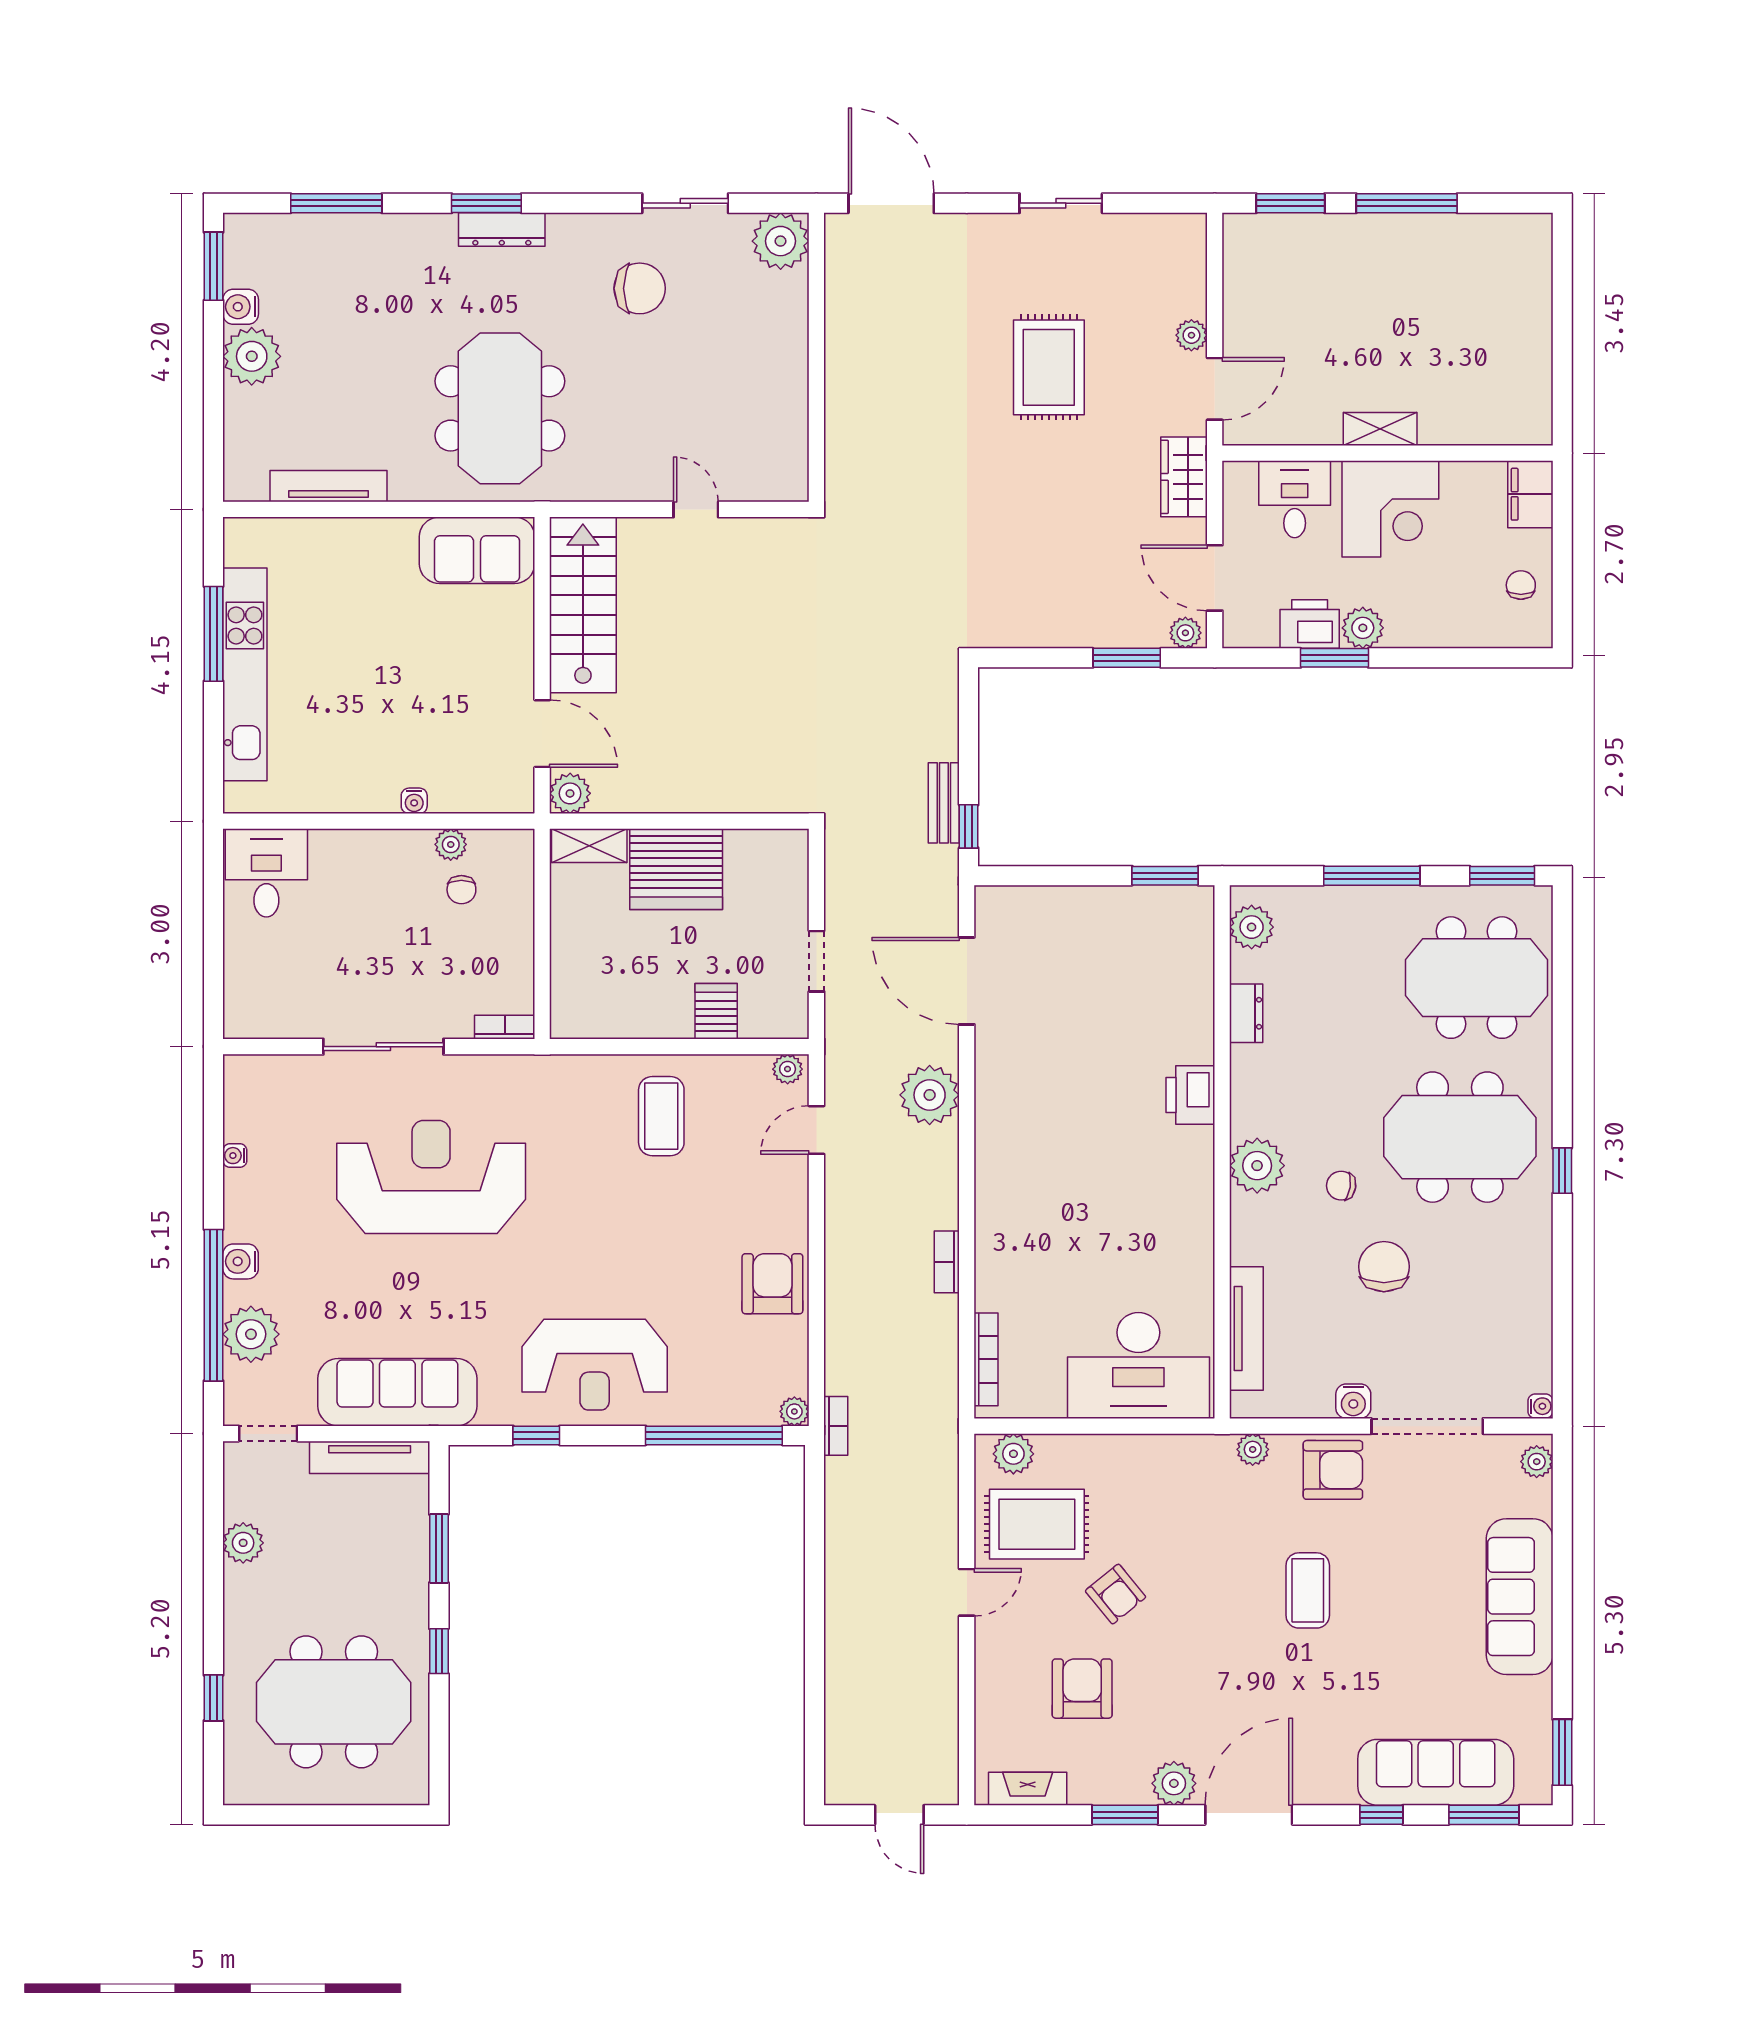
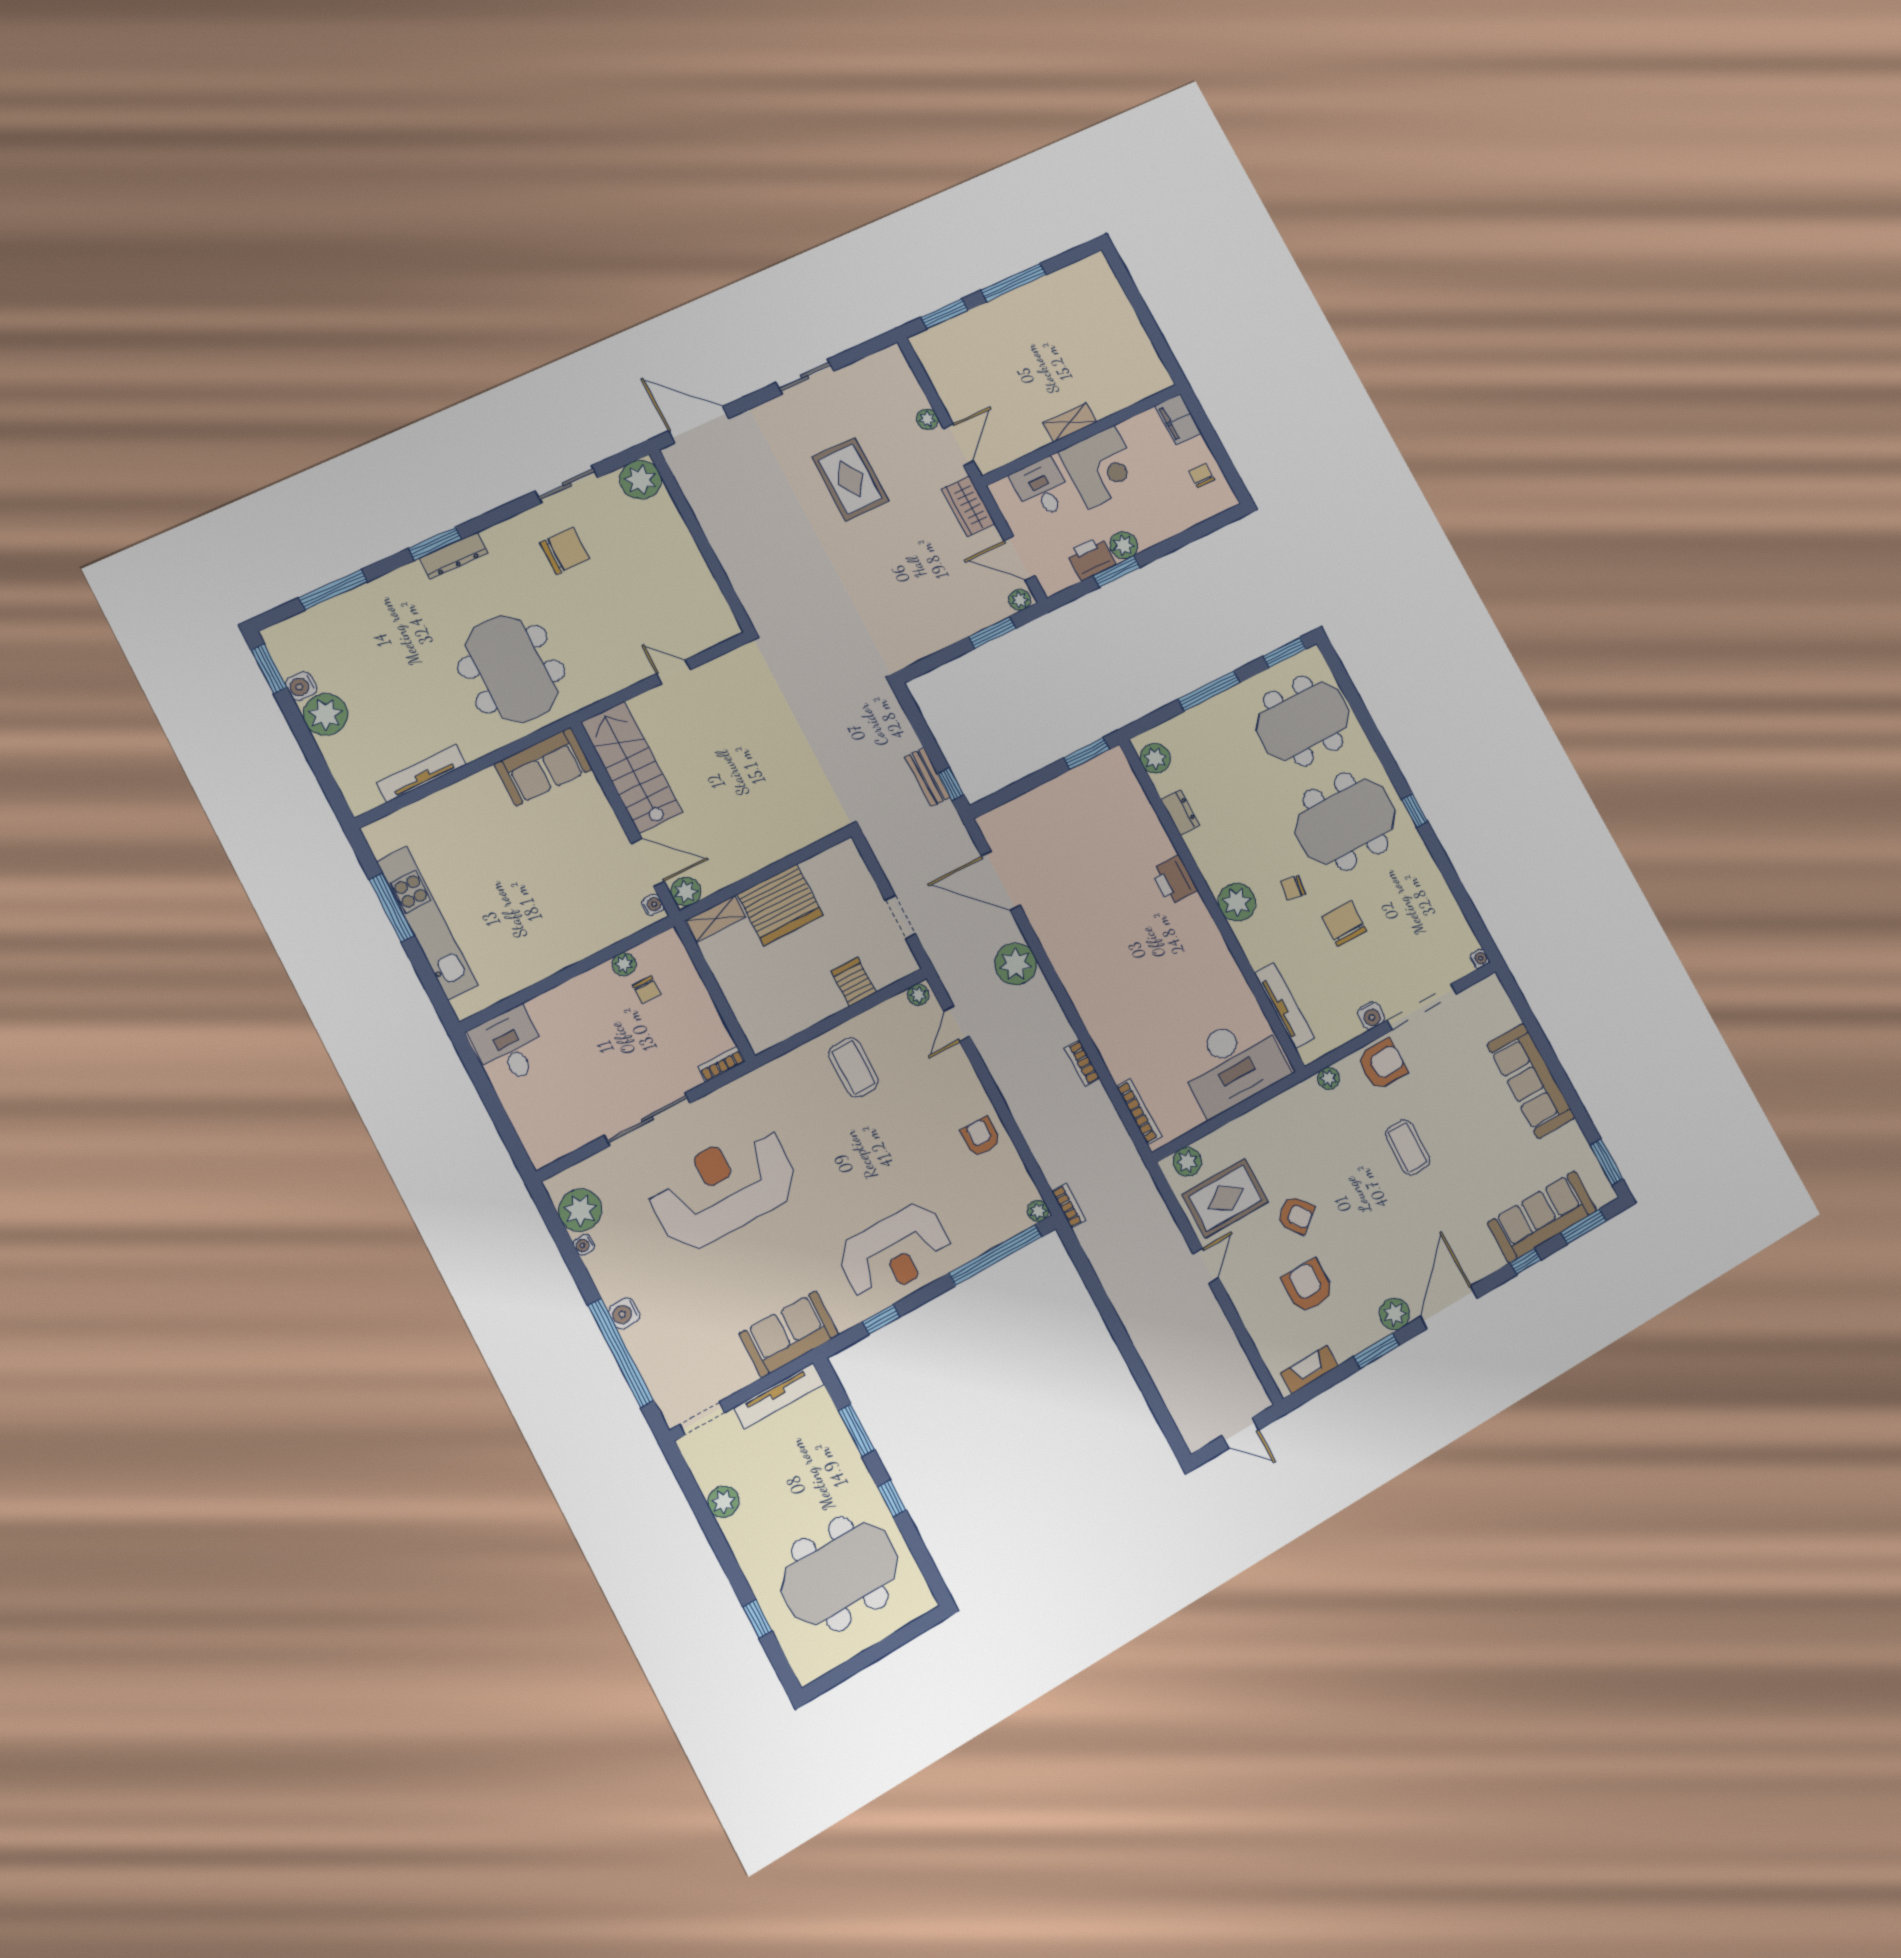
water cooler: (414, 801) -> (653, 905), moved, turned -90
armchair: (772, 1284) -> (981, 1137), width x0.72, depth x0.72
plant: (251, 1334) -> (580, 1210), moved
sofa: (397, 1392) -> (789, 1334), width x0.73
plant: (1537, 1462) -> (1496, 993), removed

